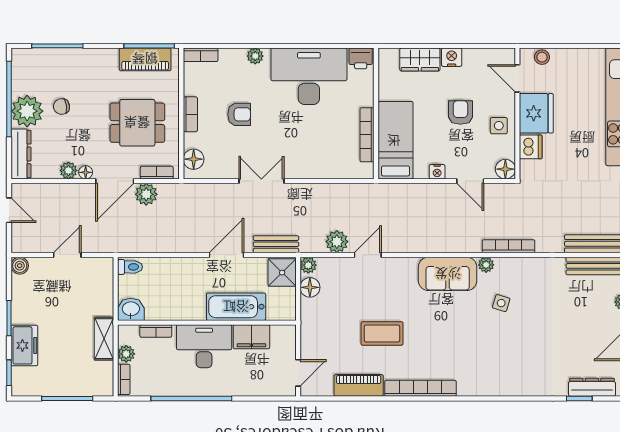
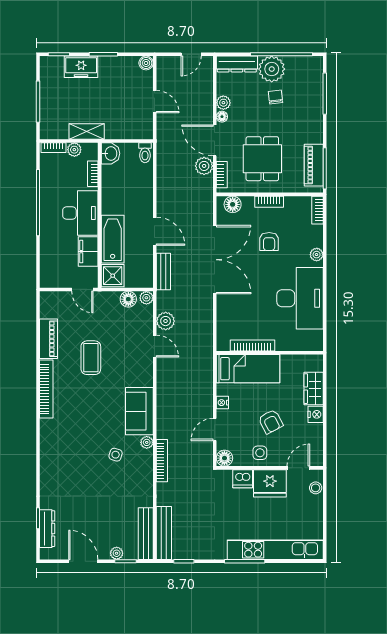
printer: (361, 58) -> (315, 340), removed
armchair: (460, 112) -> (271, 422), turned 62
double door: (261, 181) -> (215, 260), width x1.87
shower: (282, 273) -> (113, 276), moved
door: (298, 373) -> (82, 289), moved

